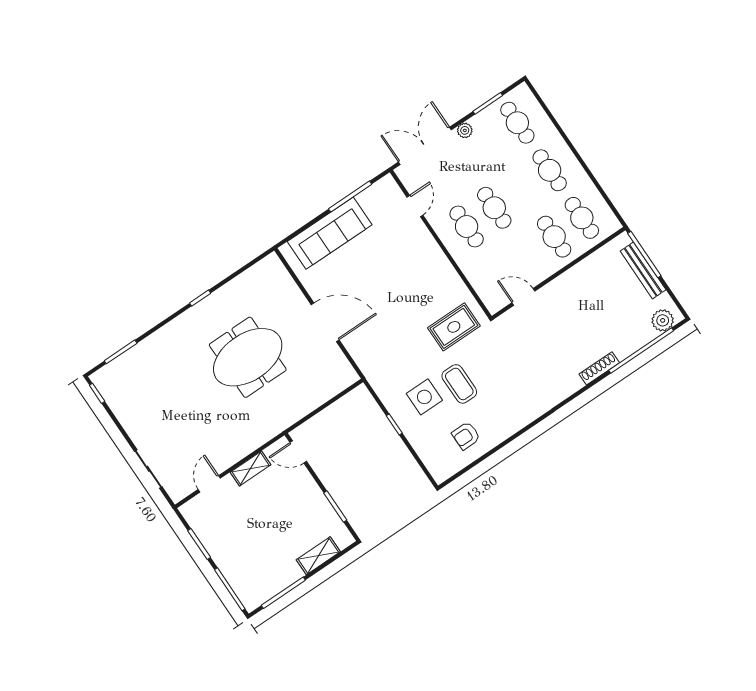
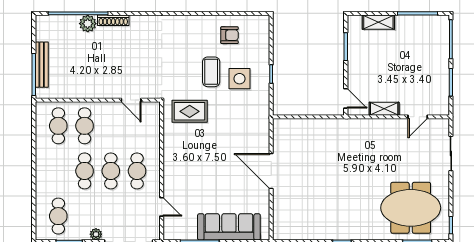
cafe table: (550, 170) -> (85, 171), moved
door: (415, 206) -> (162, 207), swing flipped
plant: (663, 320) -> (88, 24), moved
meeting table: (248, 357) -> (411, 208), moved

